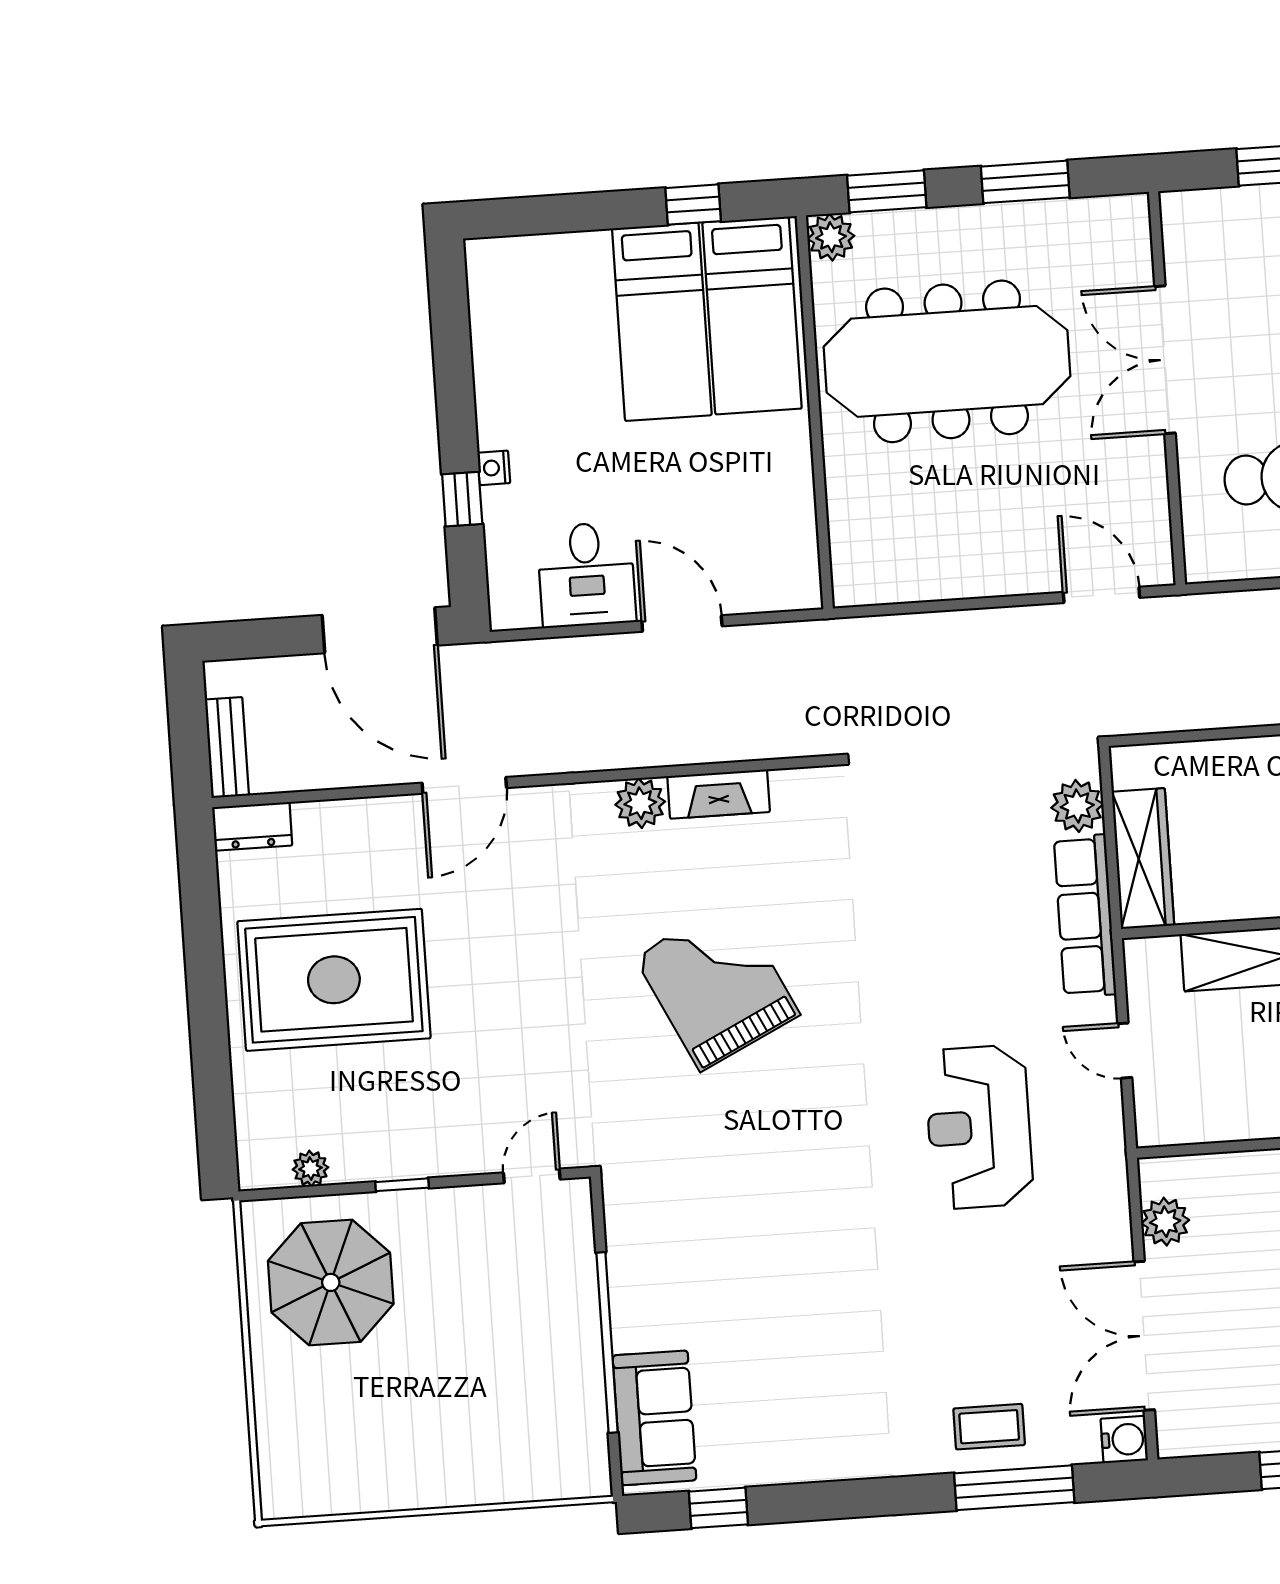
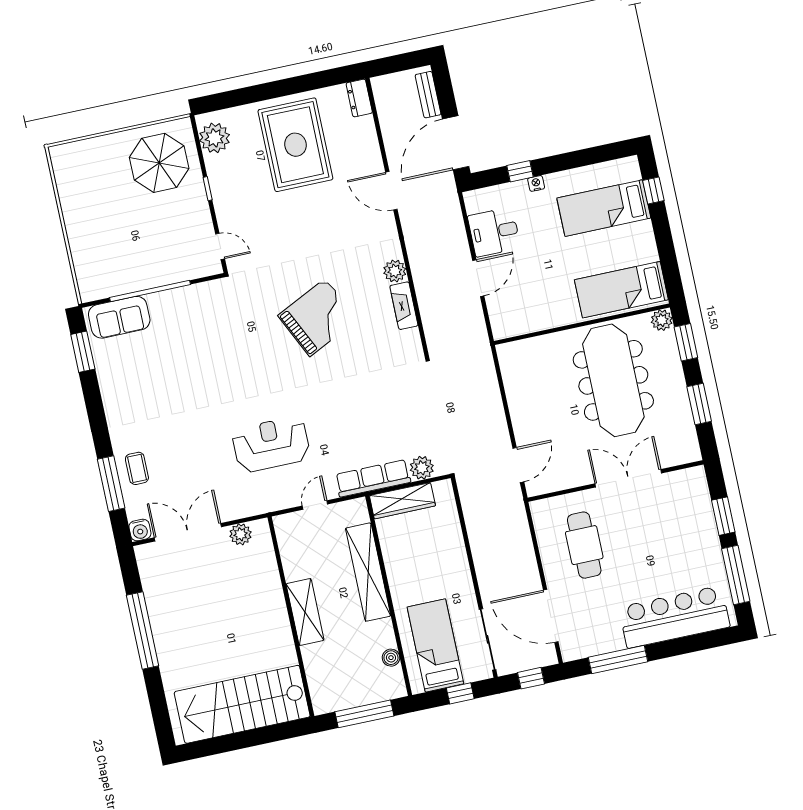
window: (693, 205) -> (653, 190), moved
bed: (662, 322) -> (604, 208), moved
bench: (227, 748) -> (428, 95), moved, turned 90
plant: (310, 1168) -> (215, 138), width x1.87, depth x1.87
window: (718, 1508) -> (83, 352), width x1.50

